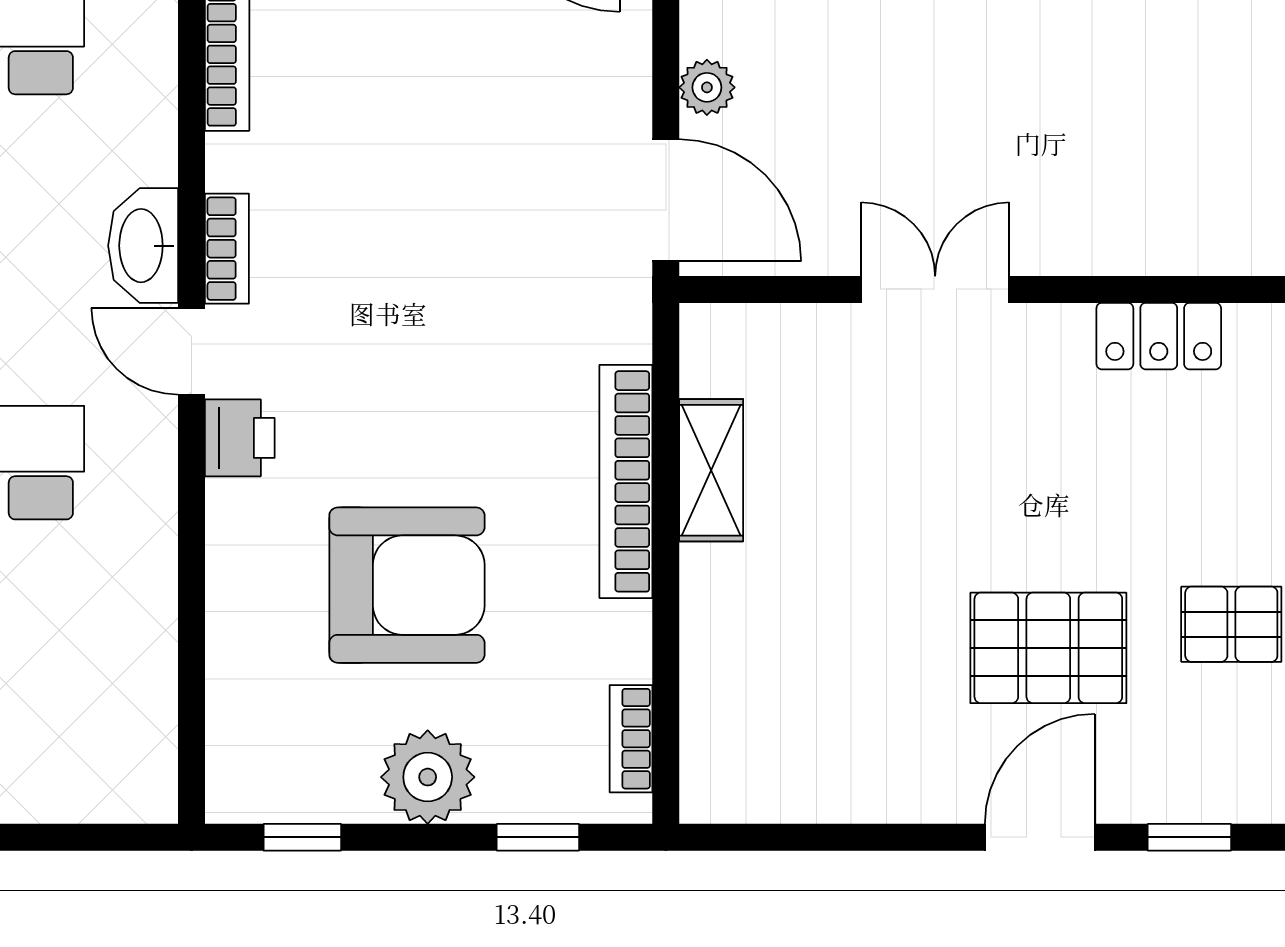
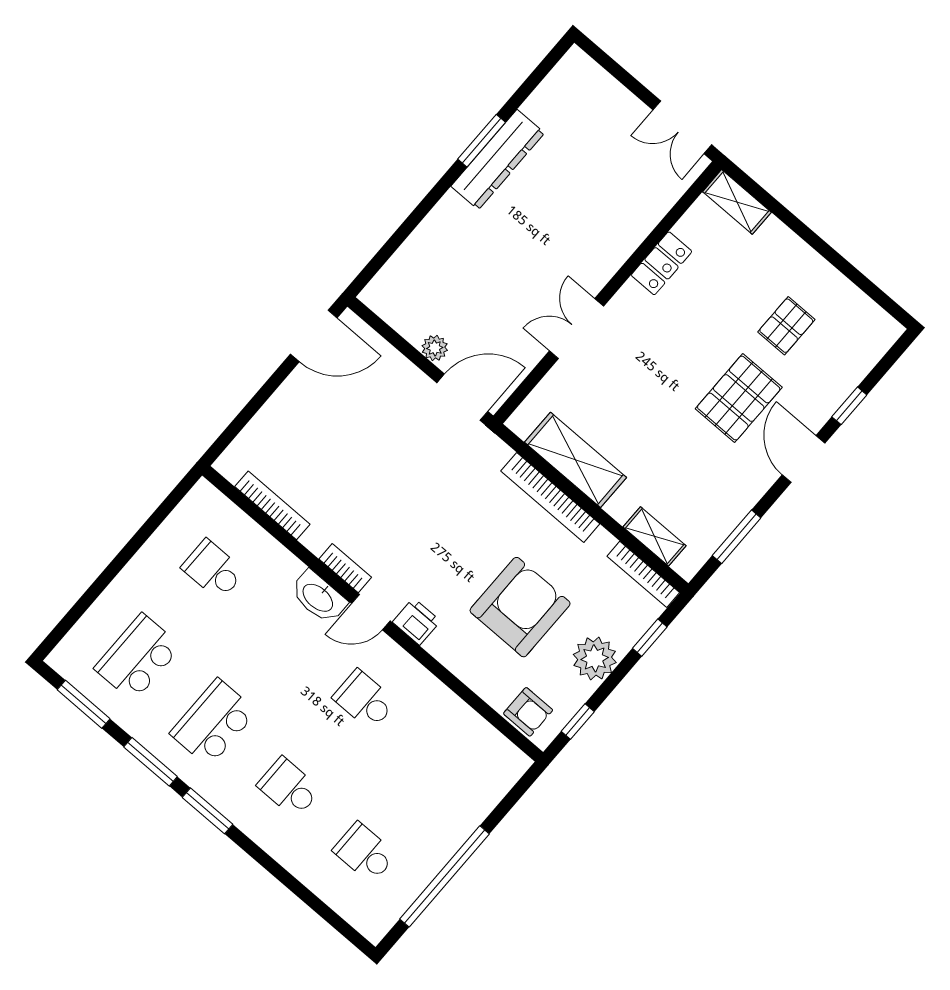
shelving: (711, 470) -> (576, 460), width x1.50, depth x1.33
shelving: (708, 704) -> (655, 536), added
bookcase: (631, 739) -> (643, 574), width x1.56
armchair: (249, 744) -> (528, 712), added
window: (821, 837) -> (737, 537), added

